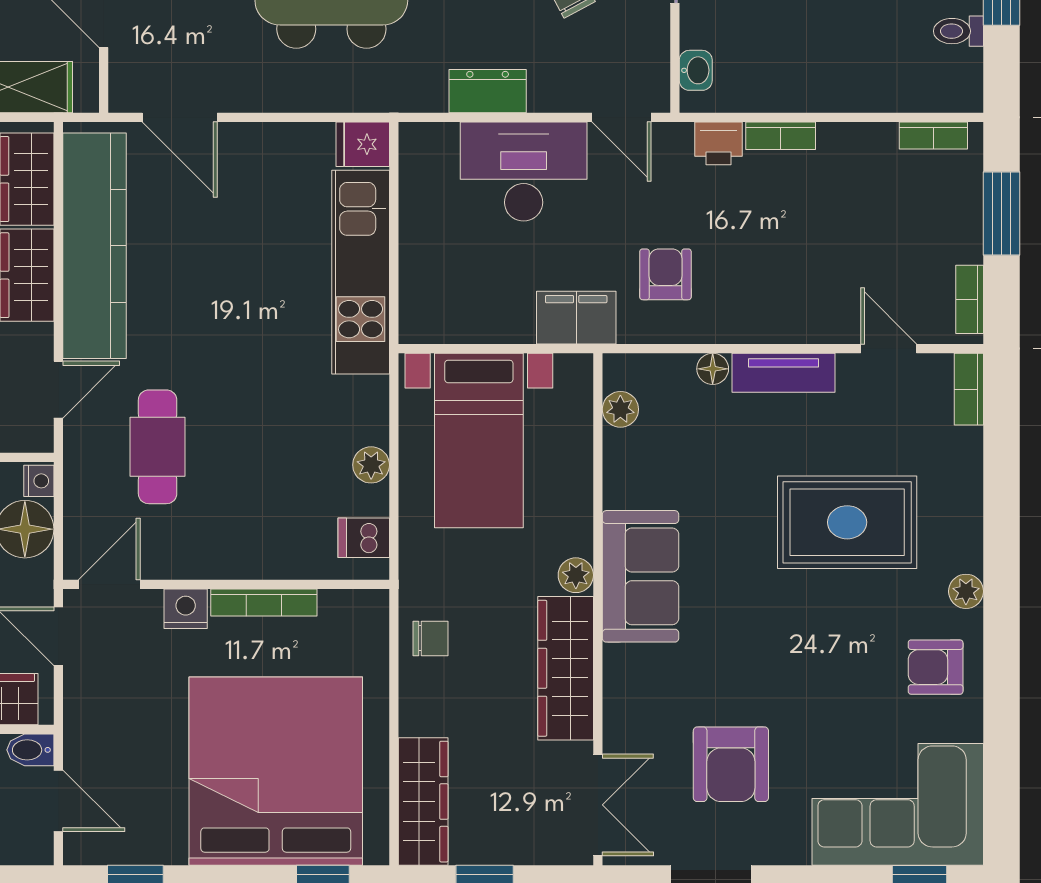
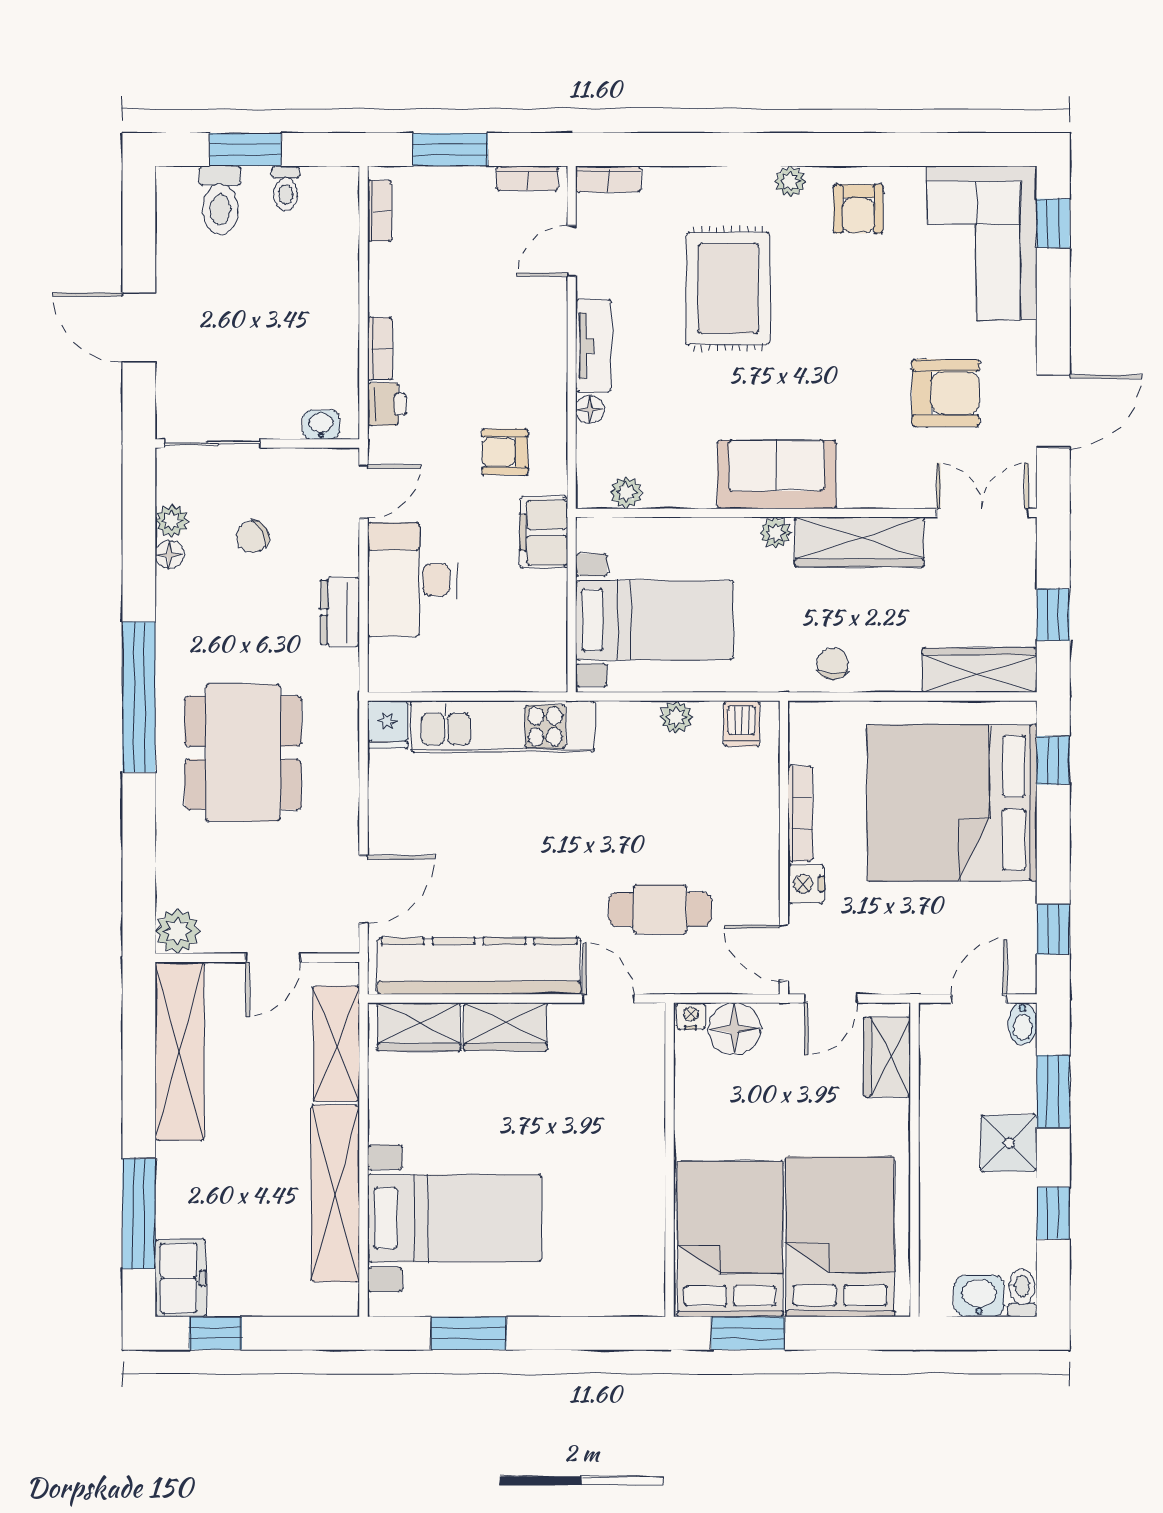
bidet: (30, 750) -> (1023, 1024), moved

